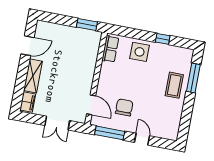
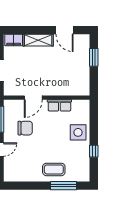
window: (87, 25) -> (94, 57), moved
row of seats: (110, 49) -> (59, 105), moved
door: (91, 105) -> (33, 98), moved

